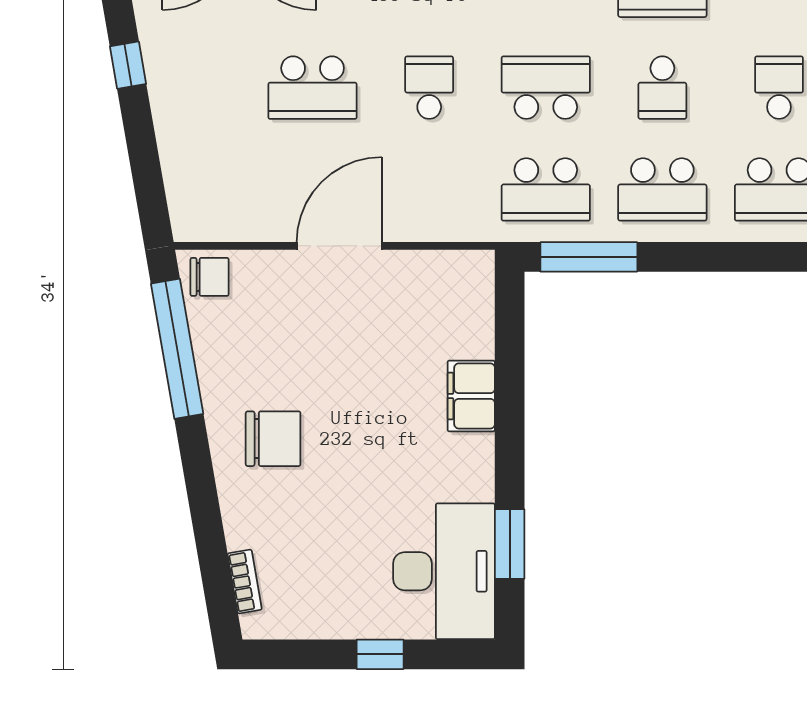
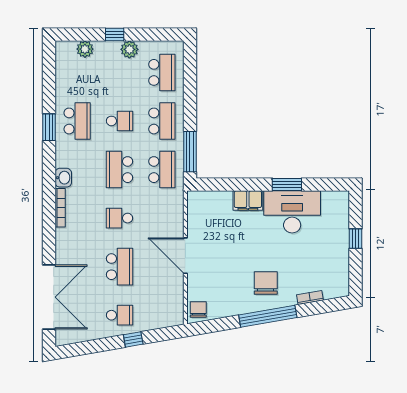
window: (128, 65) -> (133, 339), moved
school desk: (779, 88) -> (120, 315), moved, turned 180
window: (177, 349) -> (268, 316), moved
window: (510, 544) -> (287, 185), moved
desk: (444, 571) -> (292, 212), moved
bookcase: (245, 582) -> (310, 298), moved

